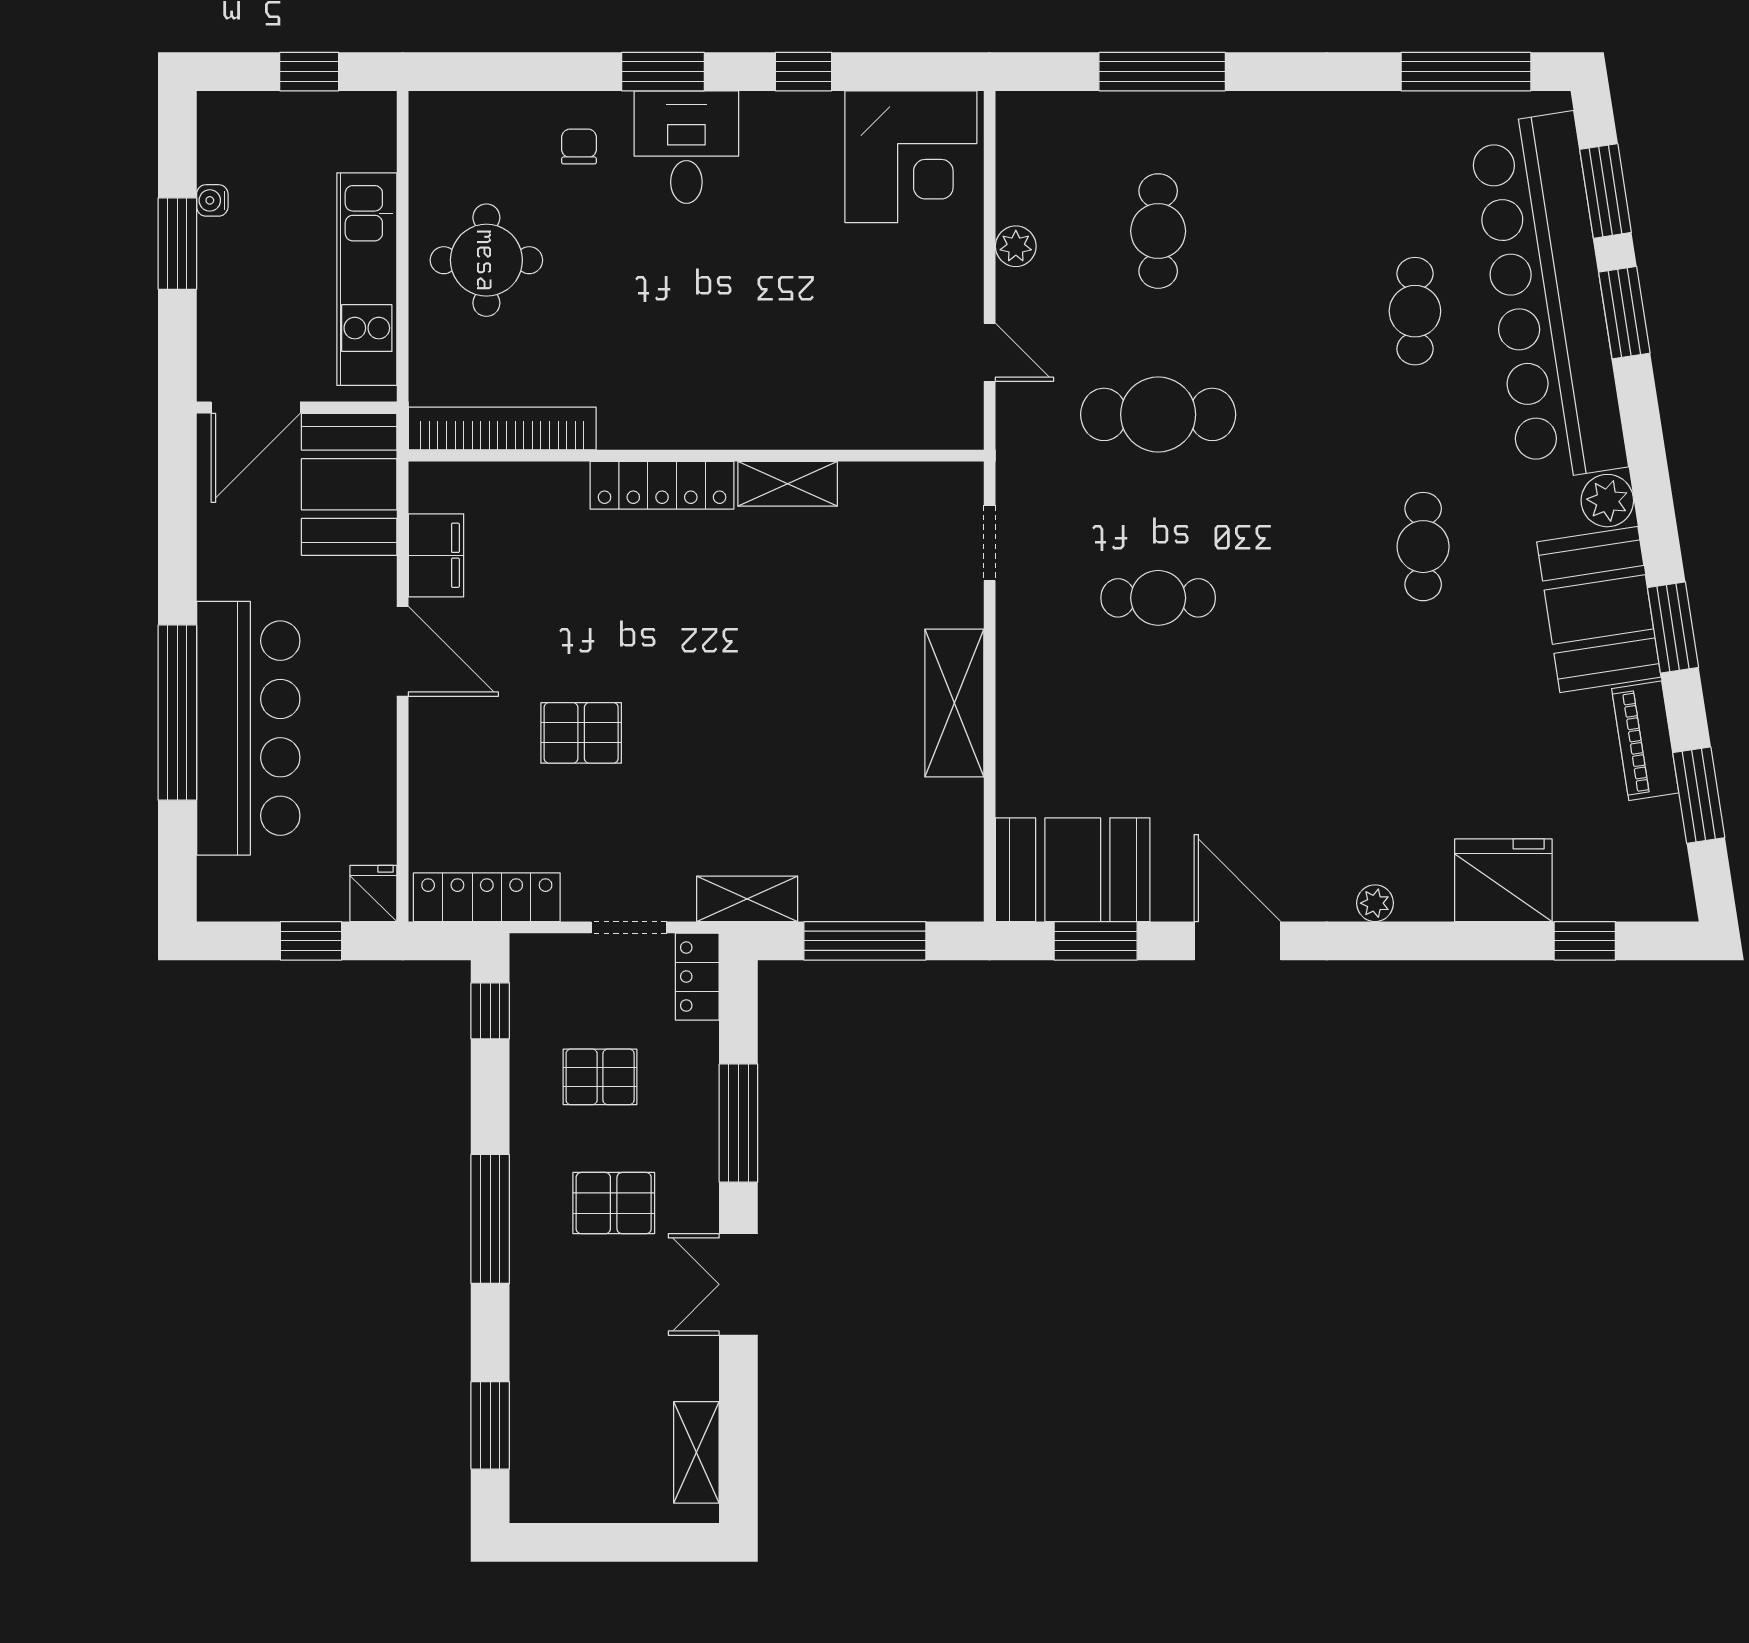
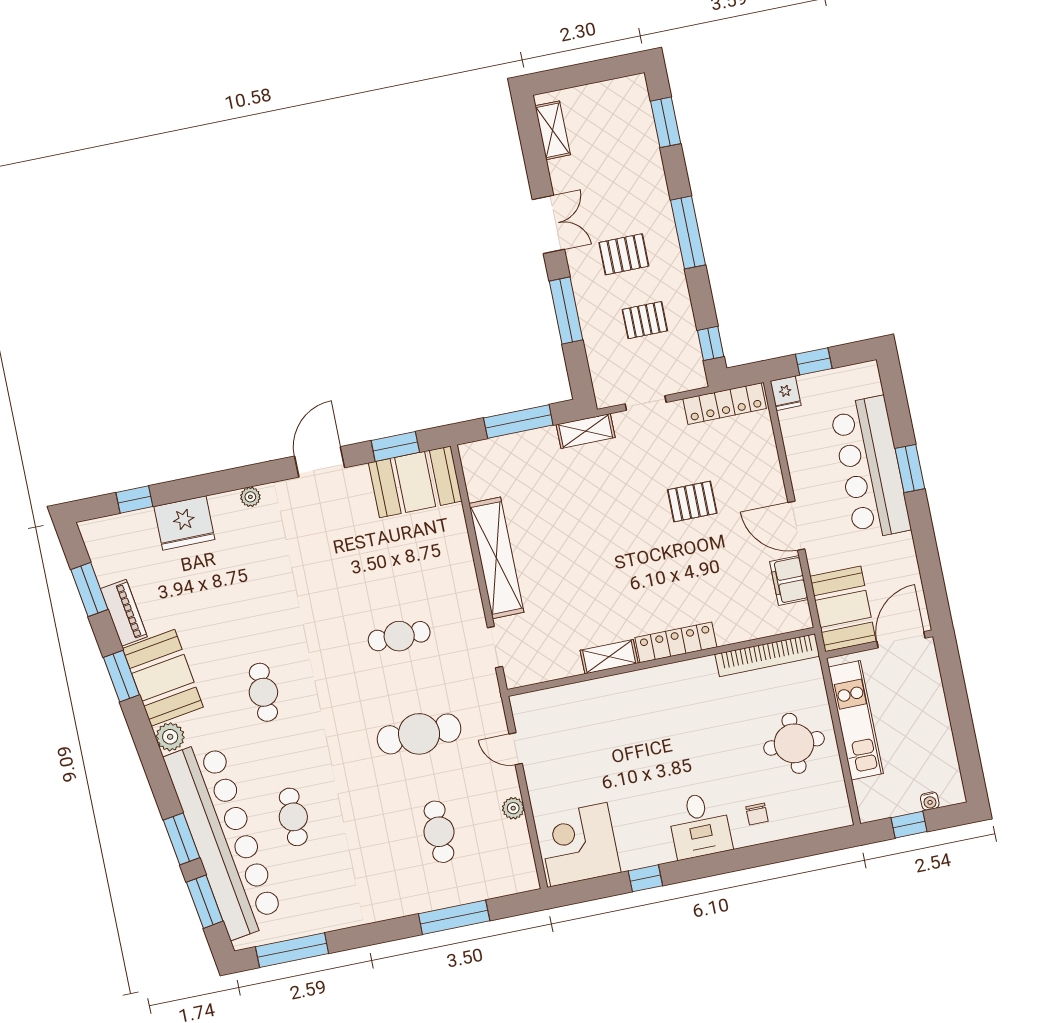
window: (663, 72) -> (720, 863), removed
water cooler: (212, 200) -> (930, 801), moved, turned 90
window: (177, 244) -> (961, 719), removed
shelving: (954, 703) -> (496, 558), width x1.47
window: (177, 713) -> (910, 469), width x0.47
door: (1238, 941) -> (320, 462), swing flipped
locker: (697, 977) -> (604, 384), removed

